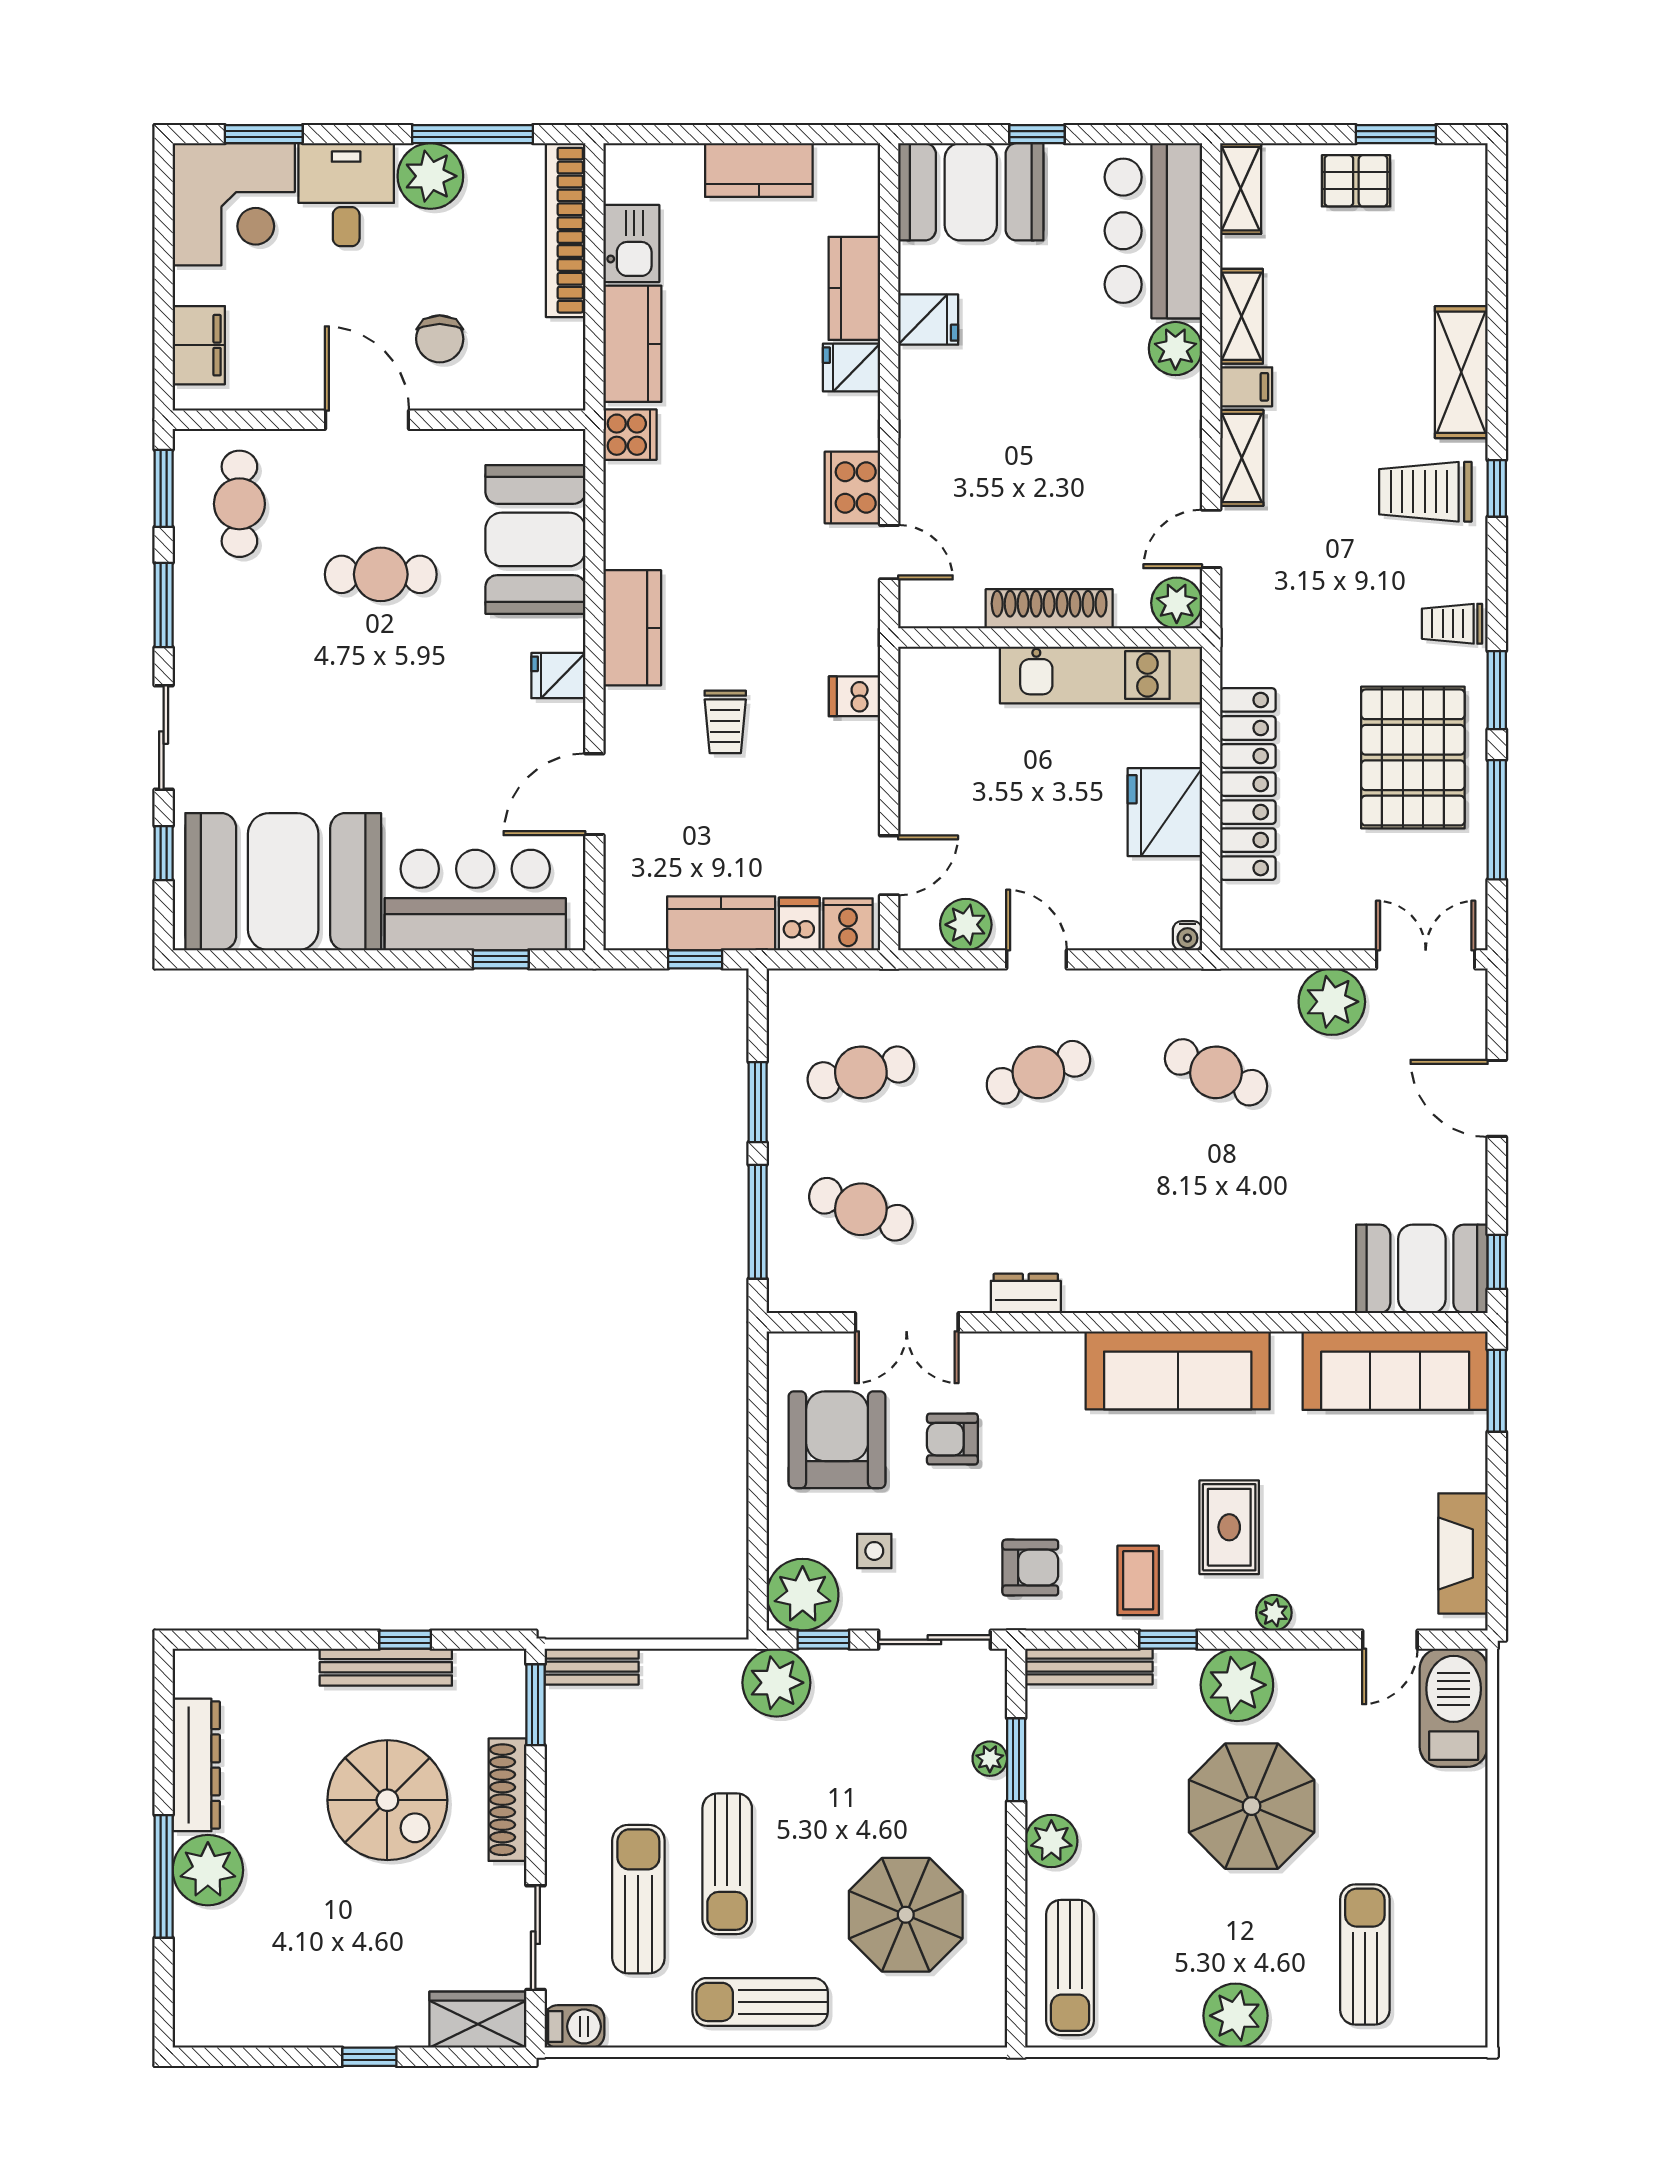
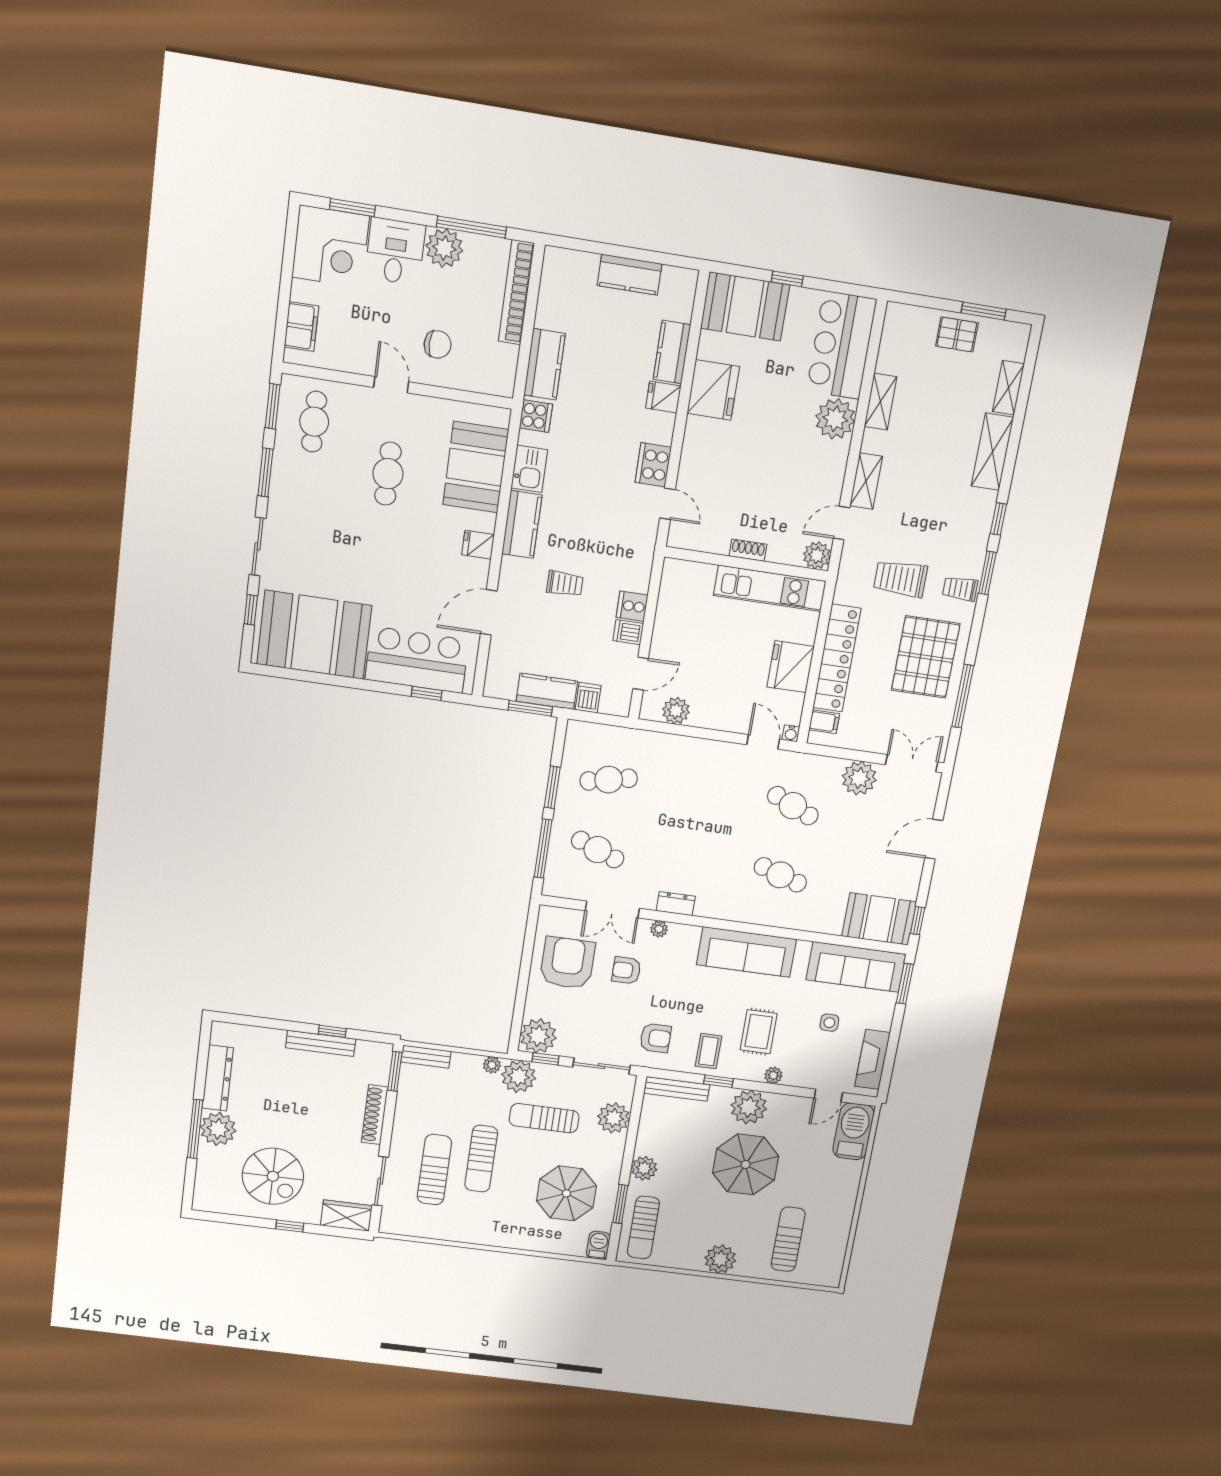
shelving: (1241, 189) -> (1008, 388), moved
kitchen sink: (631, 244) -> (529, 469), moved
fridge: (928, 320) -> (713, 390), width x1.88, depth x1.34
chair: (440, 339) -> (438, 344), turned -90
plant: (1175, 349) -> (835, 419), width x1.36, depth x1.36
filing cabinet: (1246, 387) -> (824, 722), moved
door: (367, 420) -> (391, 385), width x0.73
trolley: (1425, 492) -> (900, 579), moved
cafe table: (381, 574) -> (388, 474), turned 90
shoe rack: (1049, 609) -> (748, 550), width x0.51, depth x0.81
window: (1497, 690) -> (987, 573), moved
dishwasher: (854, 696) -> (628, 632), moved
trolley: (725, 722) -> (565, 584), turned -90
cooker: (848, 924) -> (632, 606), moved, turned -90
window: (695, 959) -> (530, 708), width x1.50
door: (1036, 959) -> (763, 742), moved
cafe table: (1038, 1072) -> (780, 875), moved, turned 39
door: (1497, 1098) -> (934, 839), hinge flipped
plant: (1002, 1348) -> (659, 929), added
side table: (874, 1551) -> (829, 1023), moved
plant: (721, 1666) -> (492, 1065), added
plant: (990, 1759) -> (614, 1118), width x1.88, depth x1.88
window: (1016, 1760) -> (620, 1204), moved
spiral stairs: (387, 1800) -> (273, 1176), moved
sun lounger: (760, 2002) -> (544, 1118), moved
barbecue: (574, 2026) -> (598, 1245), moved, turned -90

